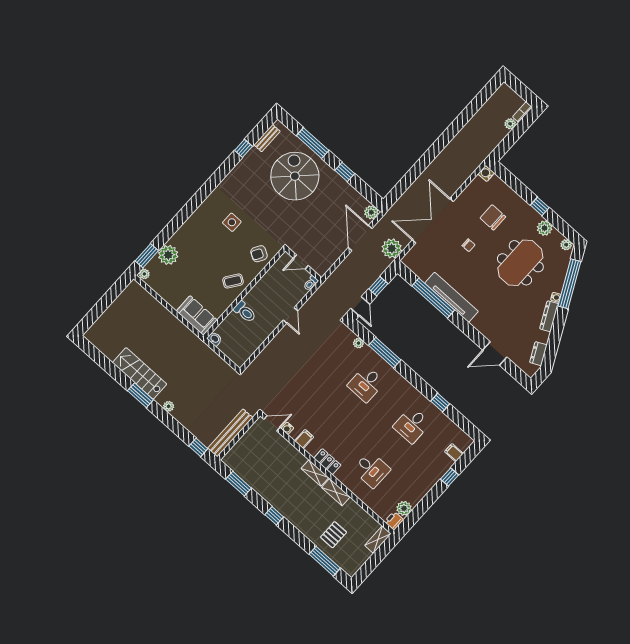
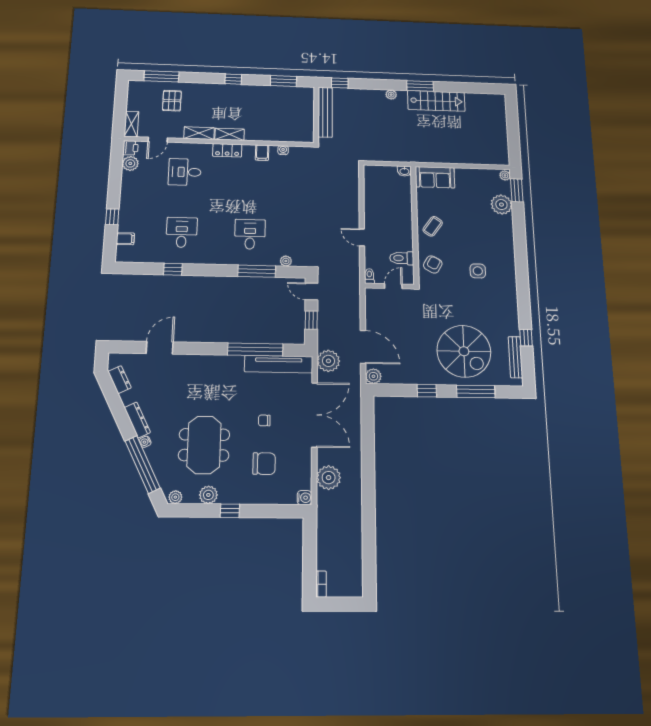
plant: (510, 124) -> (329, 478), moved, width x1.87, depth x1.87
bench: (267, 138) -> (515, 357), width x1.36
tv unit: (452, 297) -> (279, 364), moved
toilet: (245, 312) -> (402, 258), moved
door: (272, 423) -> (158, 140), moved

